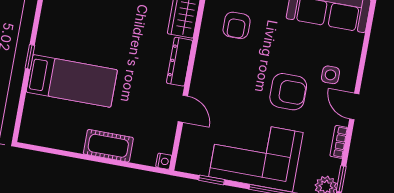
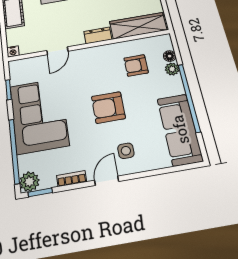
dresser: (179, 62) -> (98, 35), width x0.70
armchair: (288, 92) -> (108, 107), moved, turned 90

